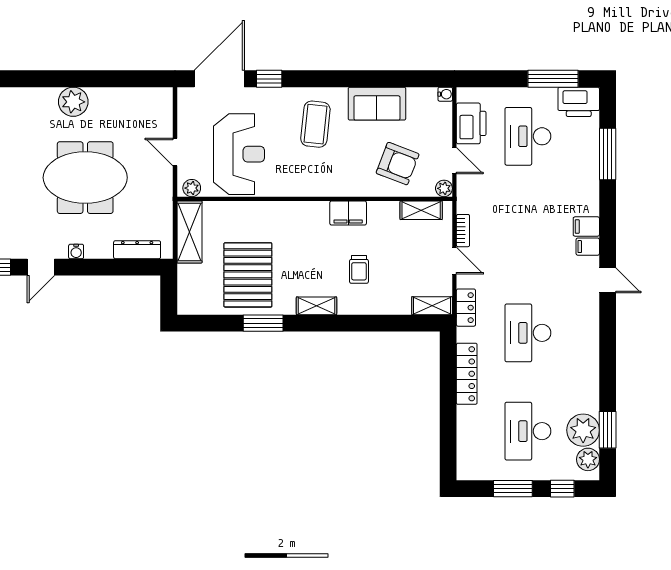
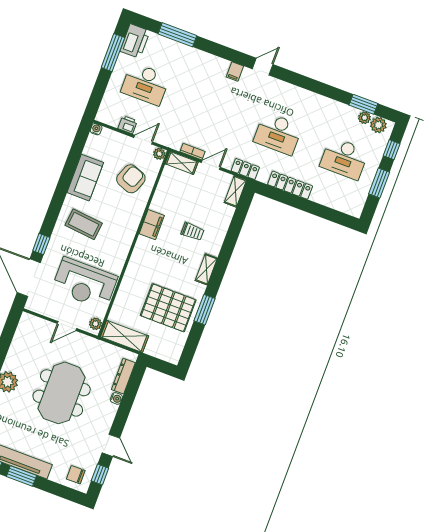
printer: (471, 123) -> (128, 125), width x0.53, depth x0.68
reception desk: (239, 154) -> (85, 283), turned 180
shelving: (421, 210) -> (182, 163), moved, turned 90
filing cabinet: (586, 227) -> (221, 67), removed
water cooler: (76, 252) -> (116, 398), moved
plant: (583, 430) -> (364, 118), width x0.53, depth x0.53

